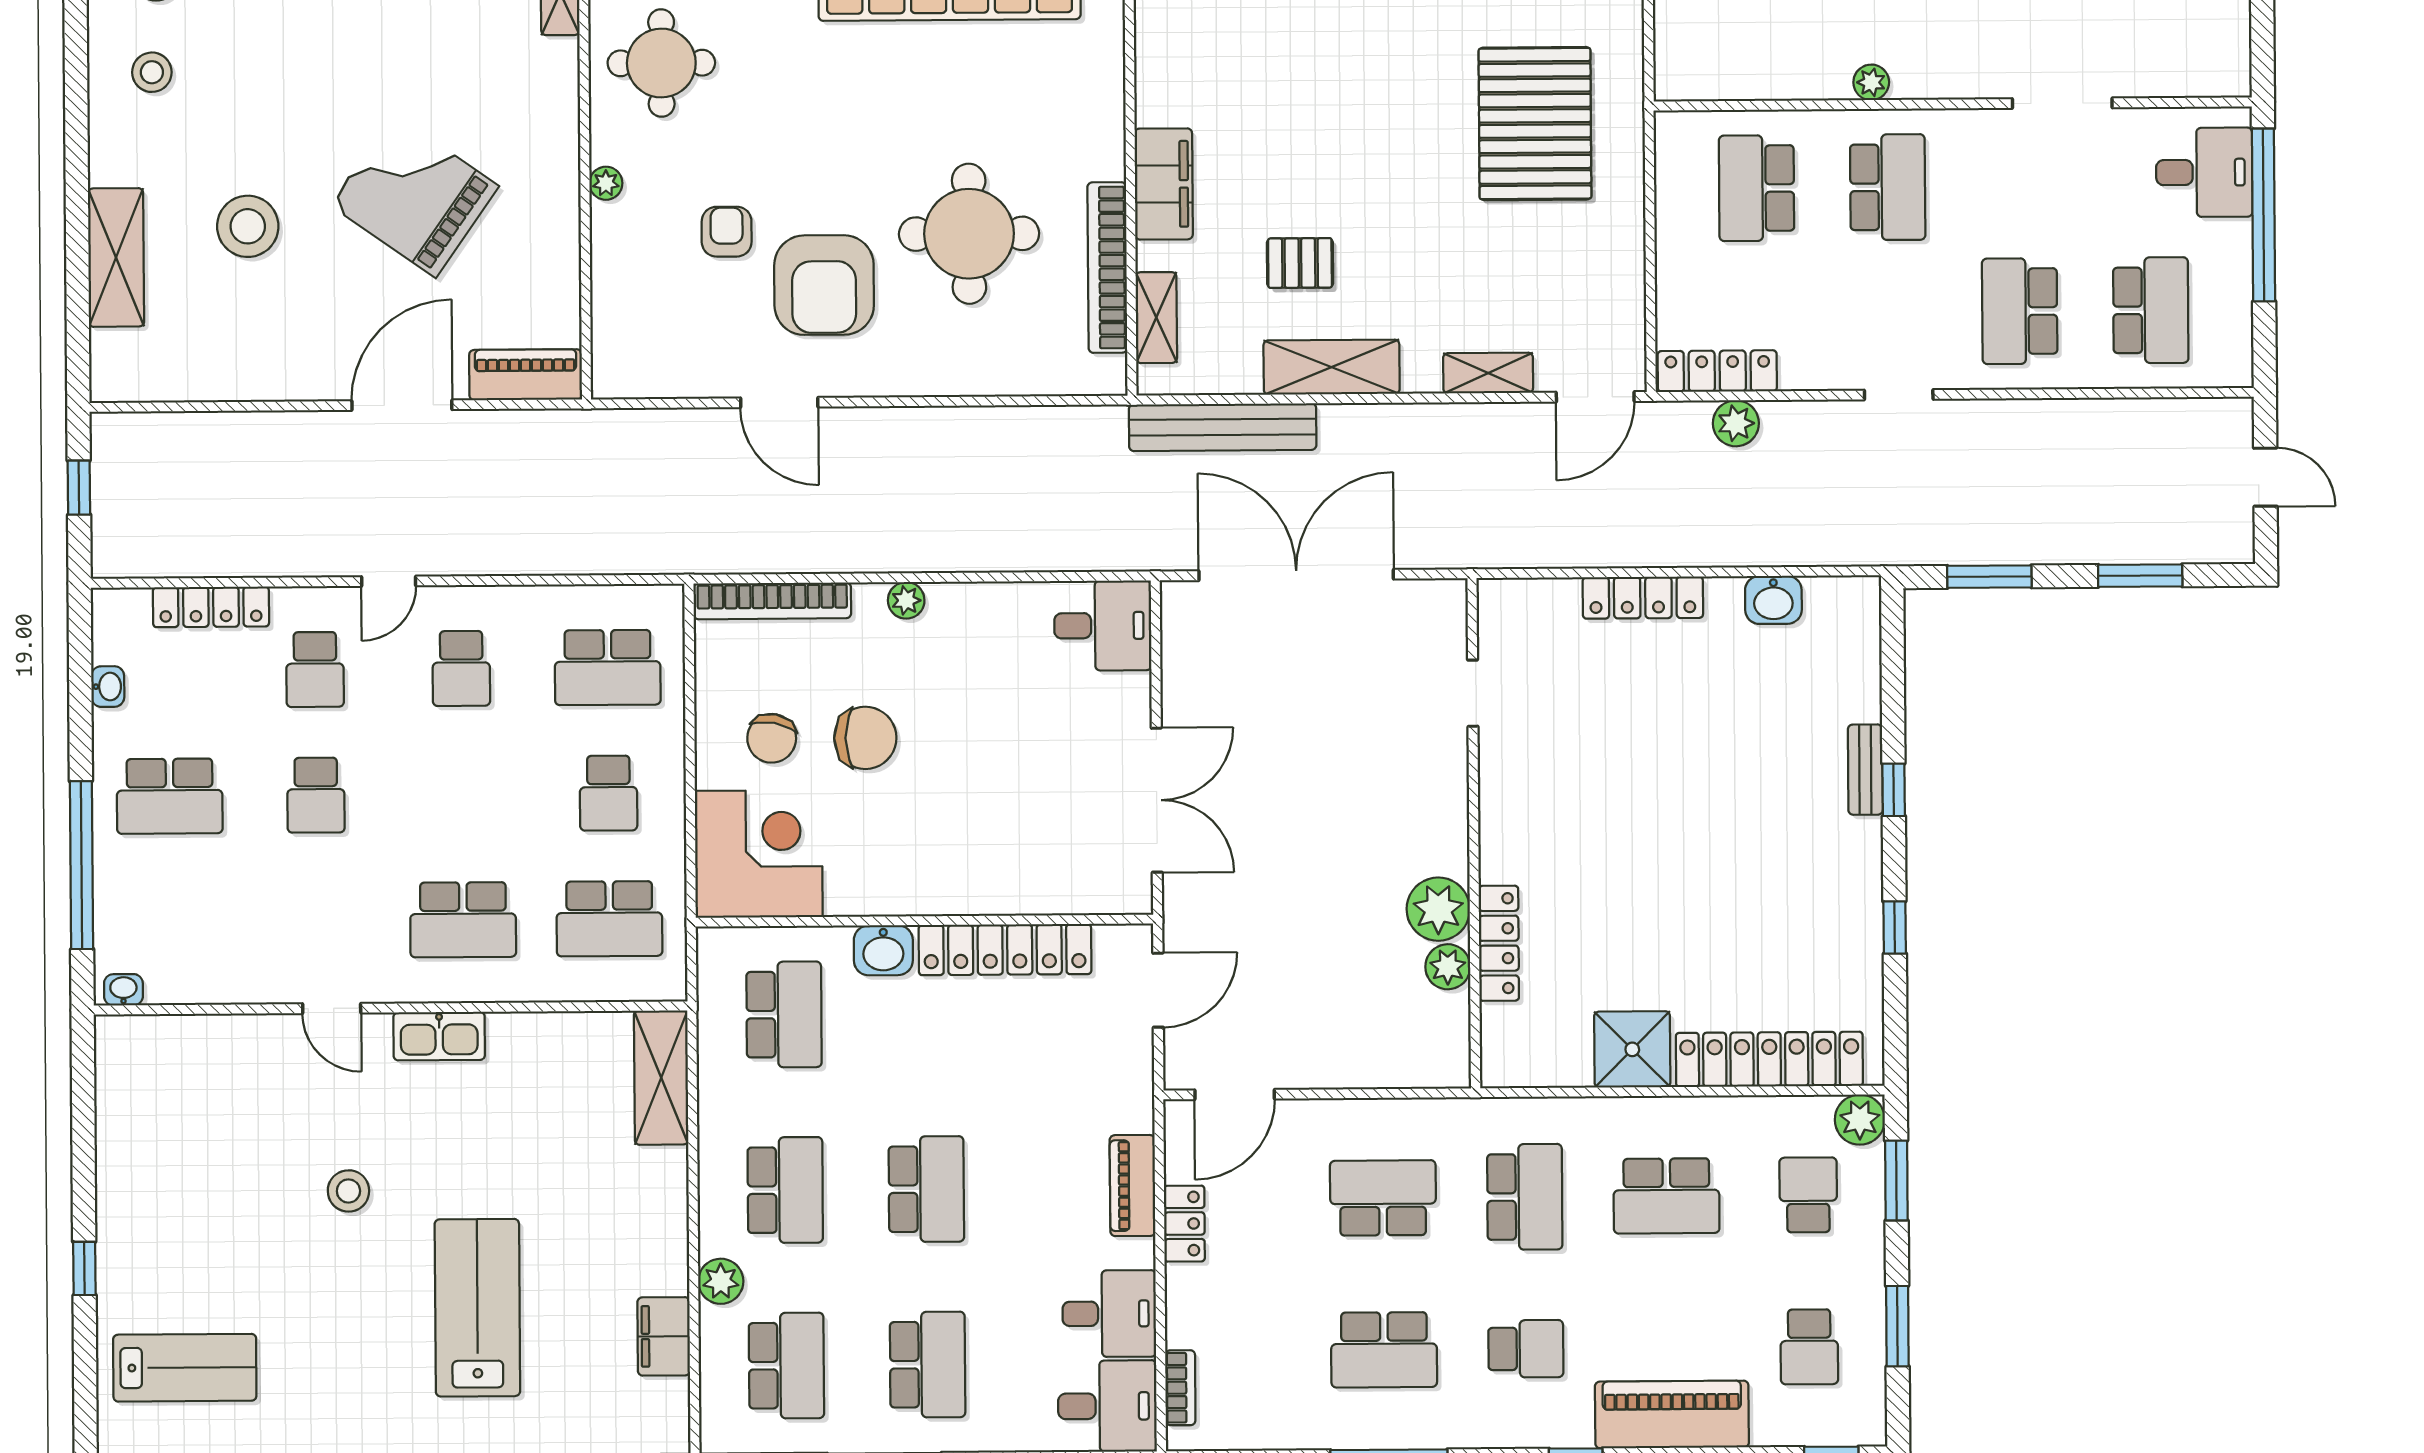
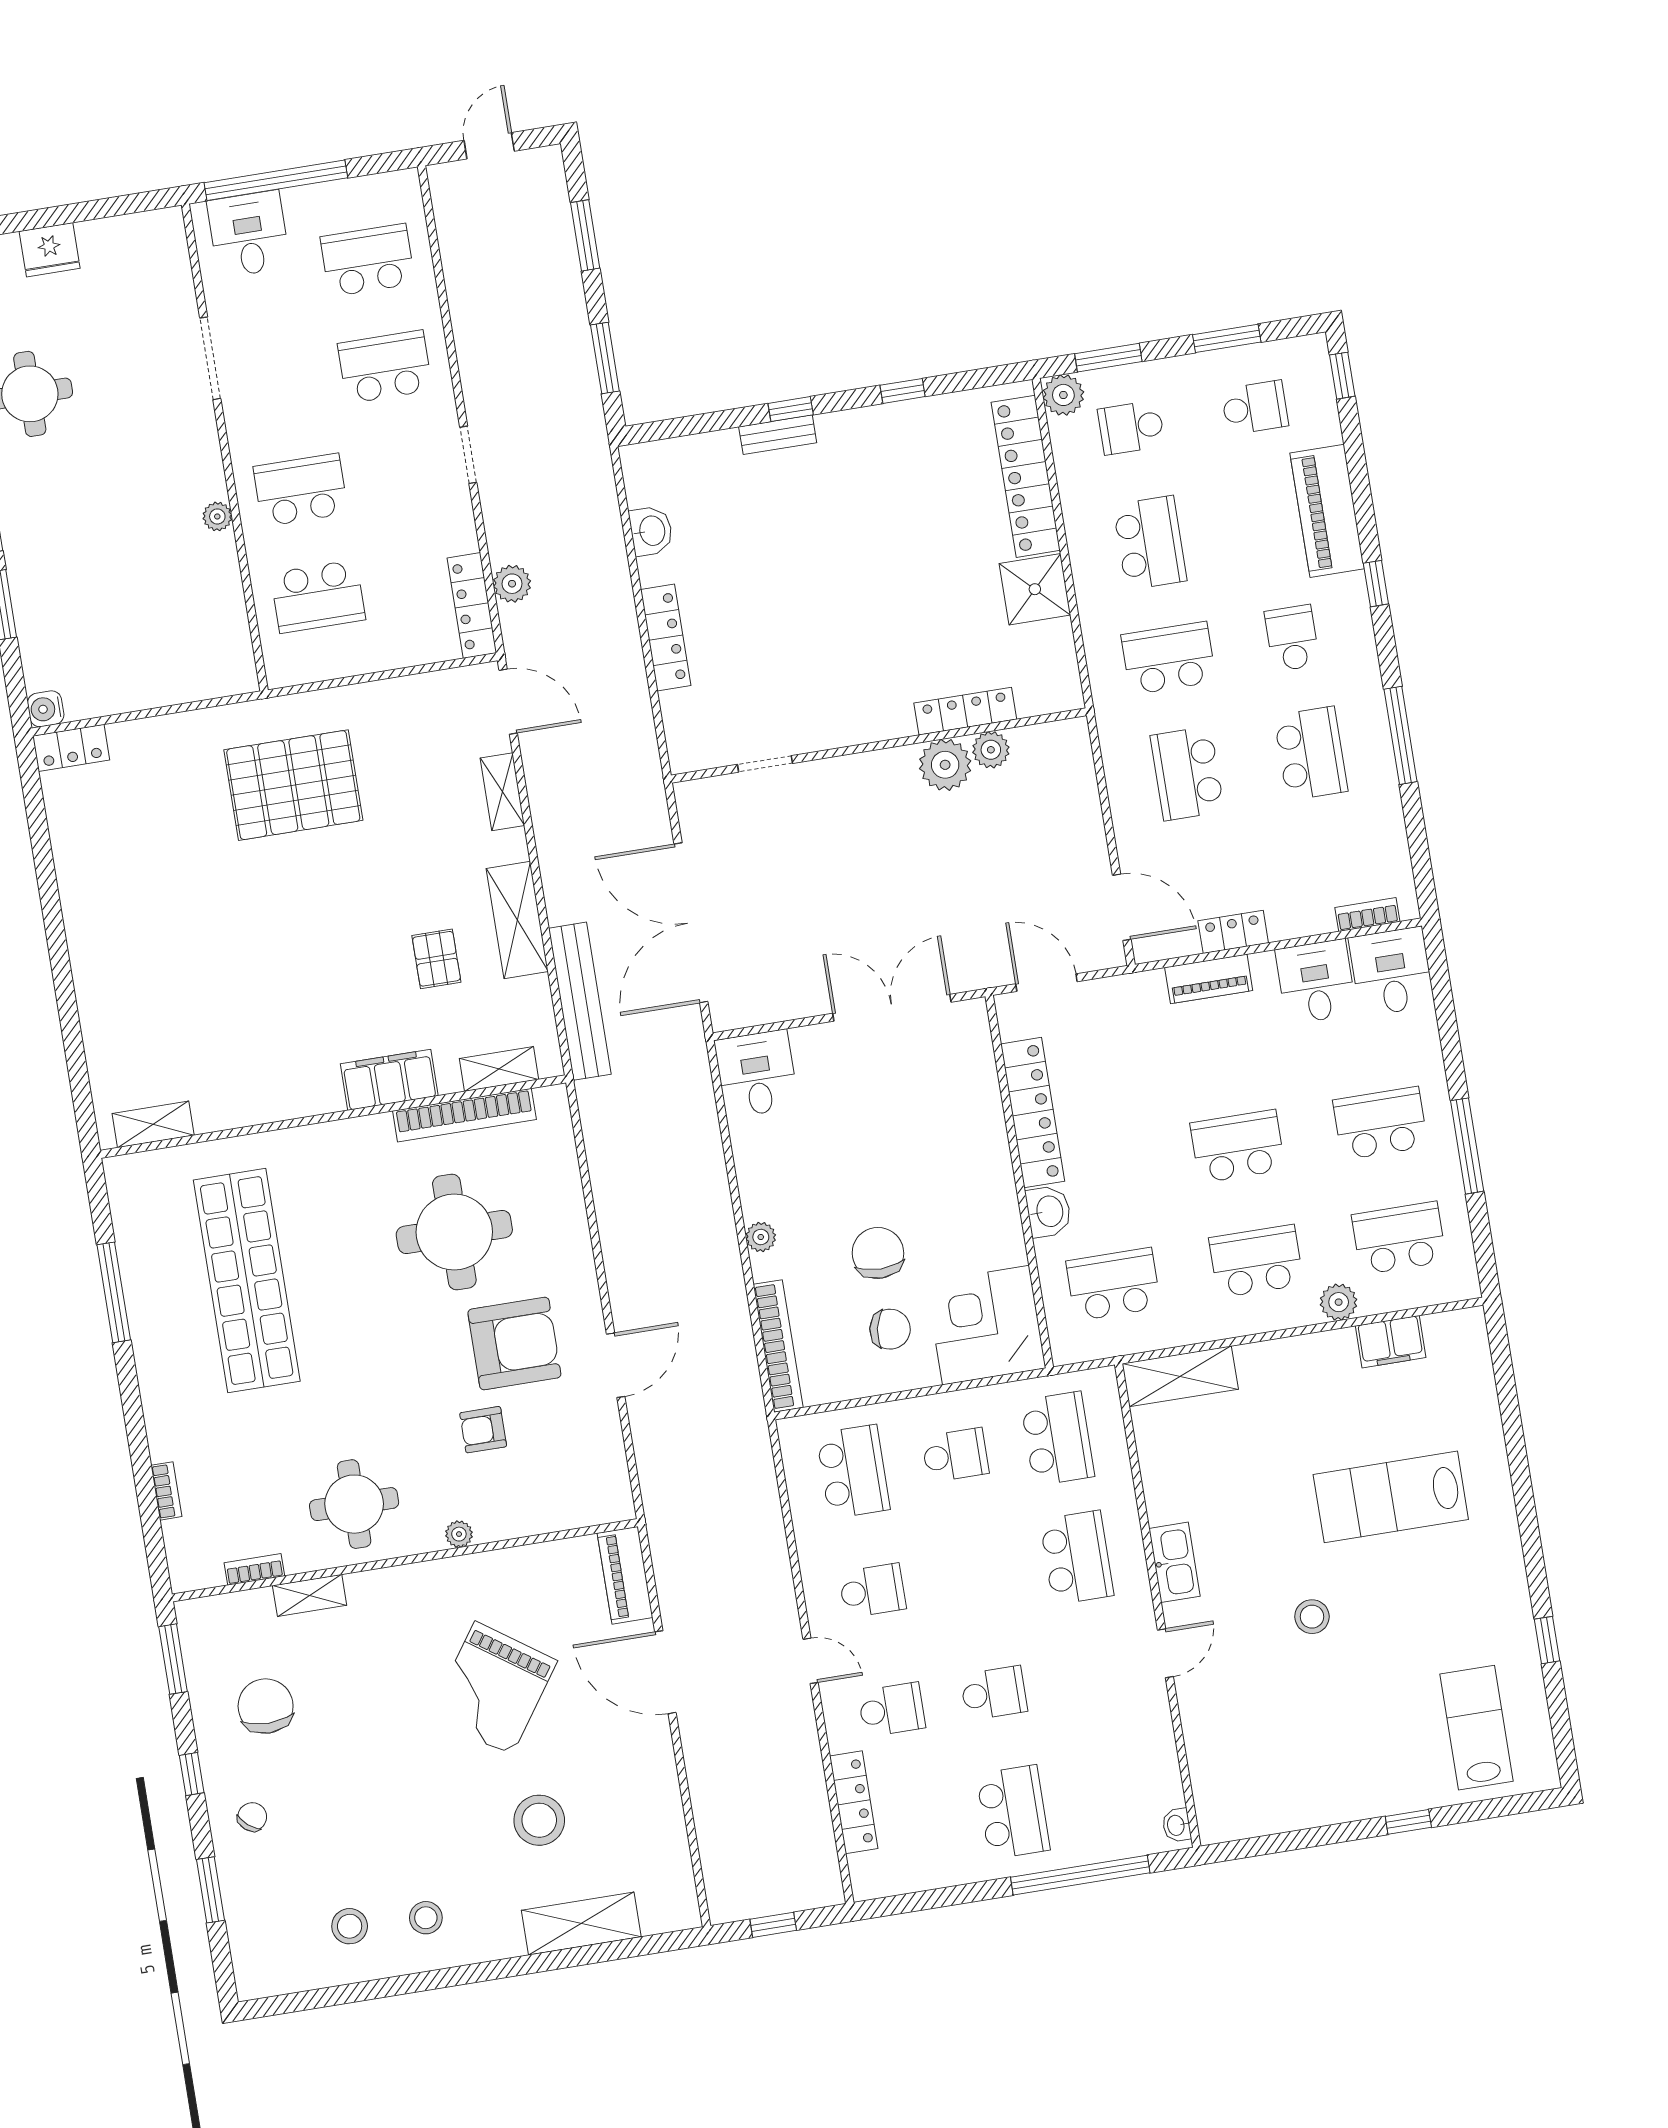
school desk: (2020, 311) -> (385, 367), turned 180
washbasin: (108, 687) -> (932, 1876), removed

